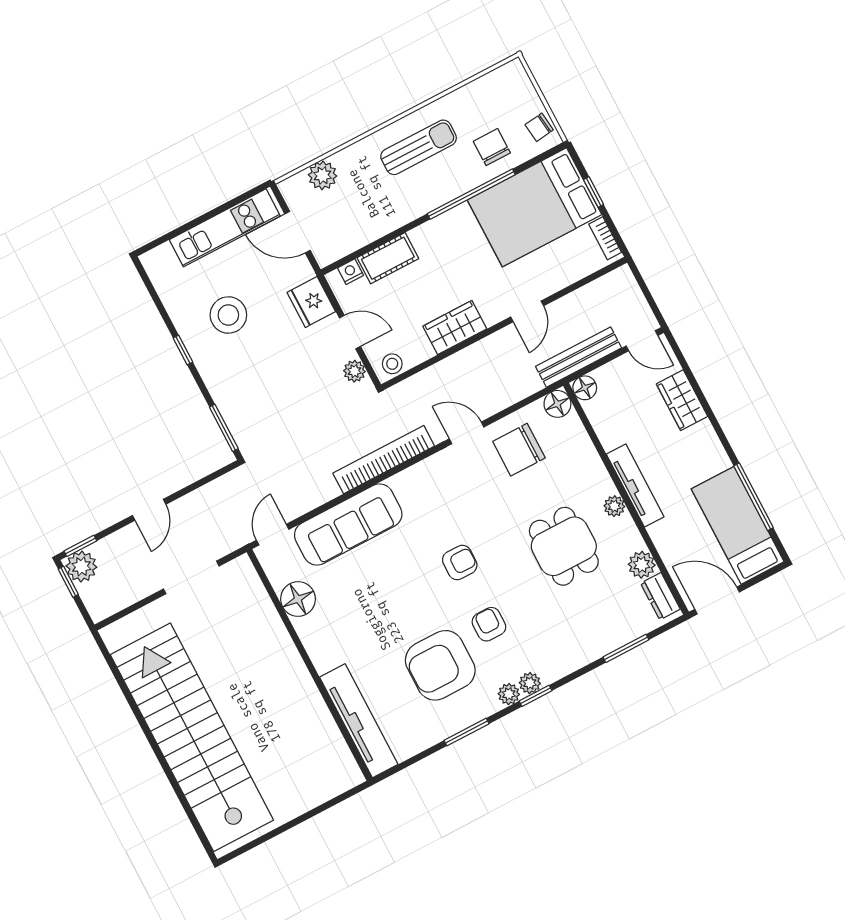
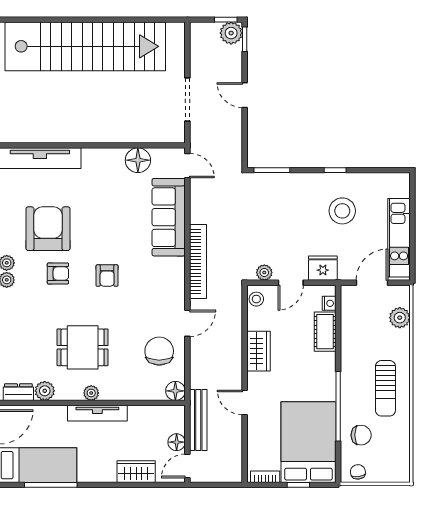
floor lamp: (585, 388) -> (177, 442), moved

